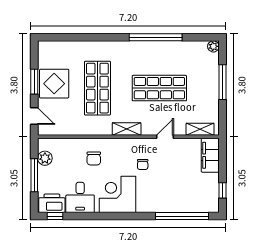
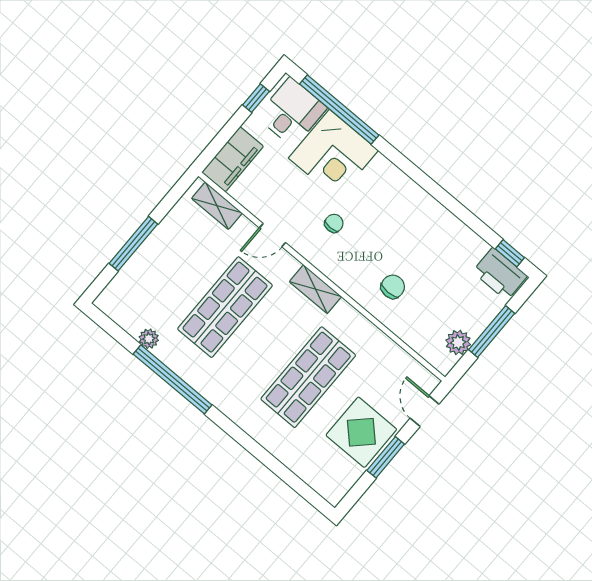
plant: (213, 46) -> (149, 339), moved
shop shelf: (159, 88) -> (225, 307), turned 90
corner desk: (118, 194) -> (333, 154), moved
desk: (80, 197) -> (292, 112), moved

